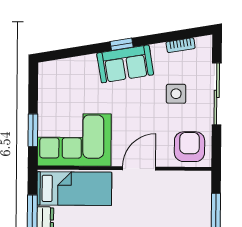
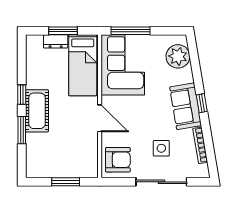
bookcase: (181, 45) -> (200, 145), width x1.56
plant: (64, 73) -> (178, 56), added
window: (33, 130) -> (131, 31), width x1.44

